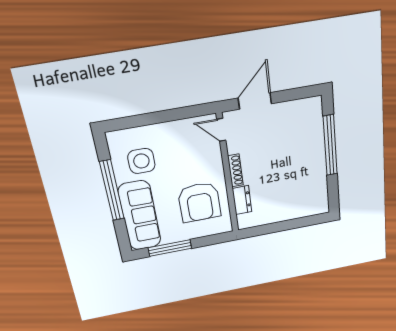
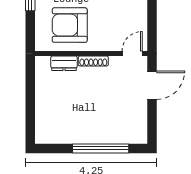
door: (255, 101) -> (152, 85), hinge flipped

